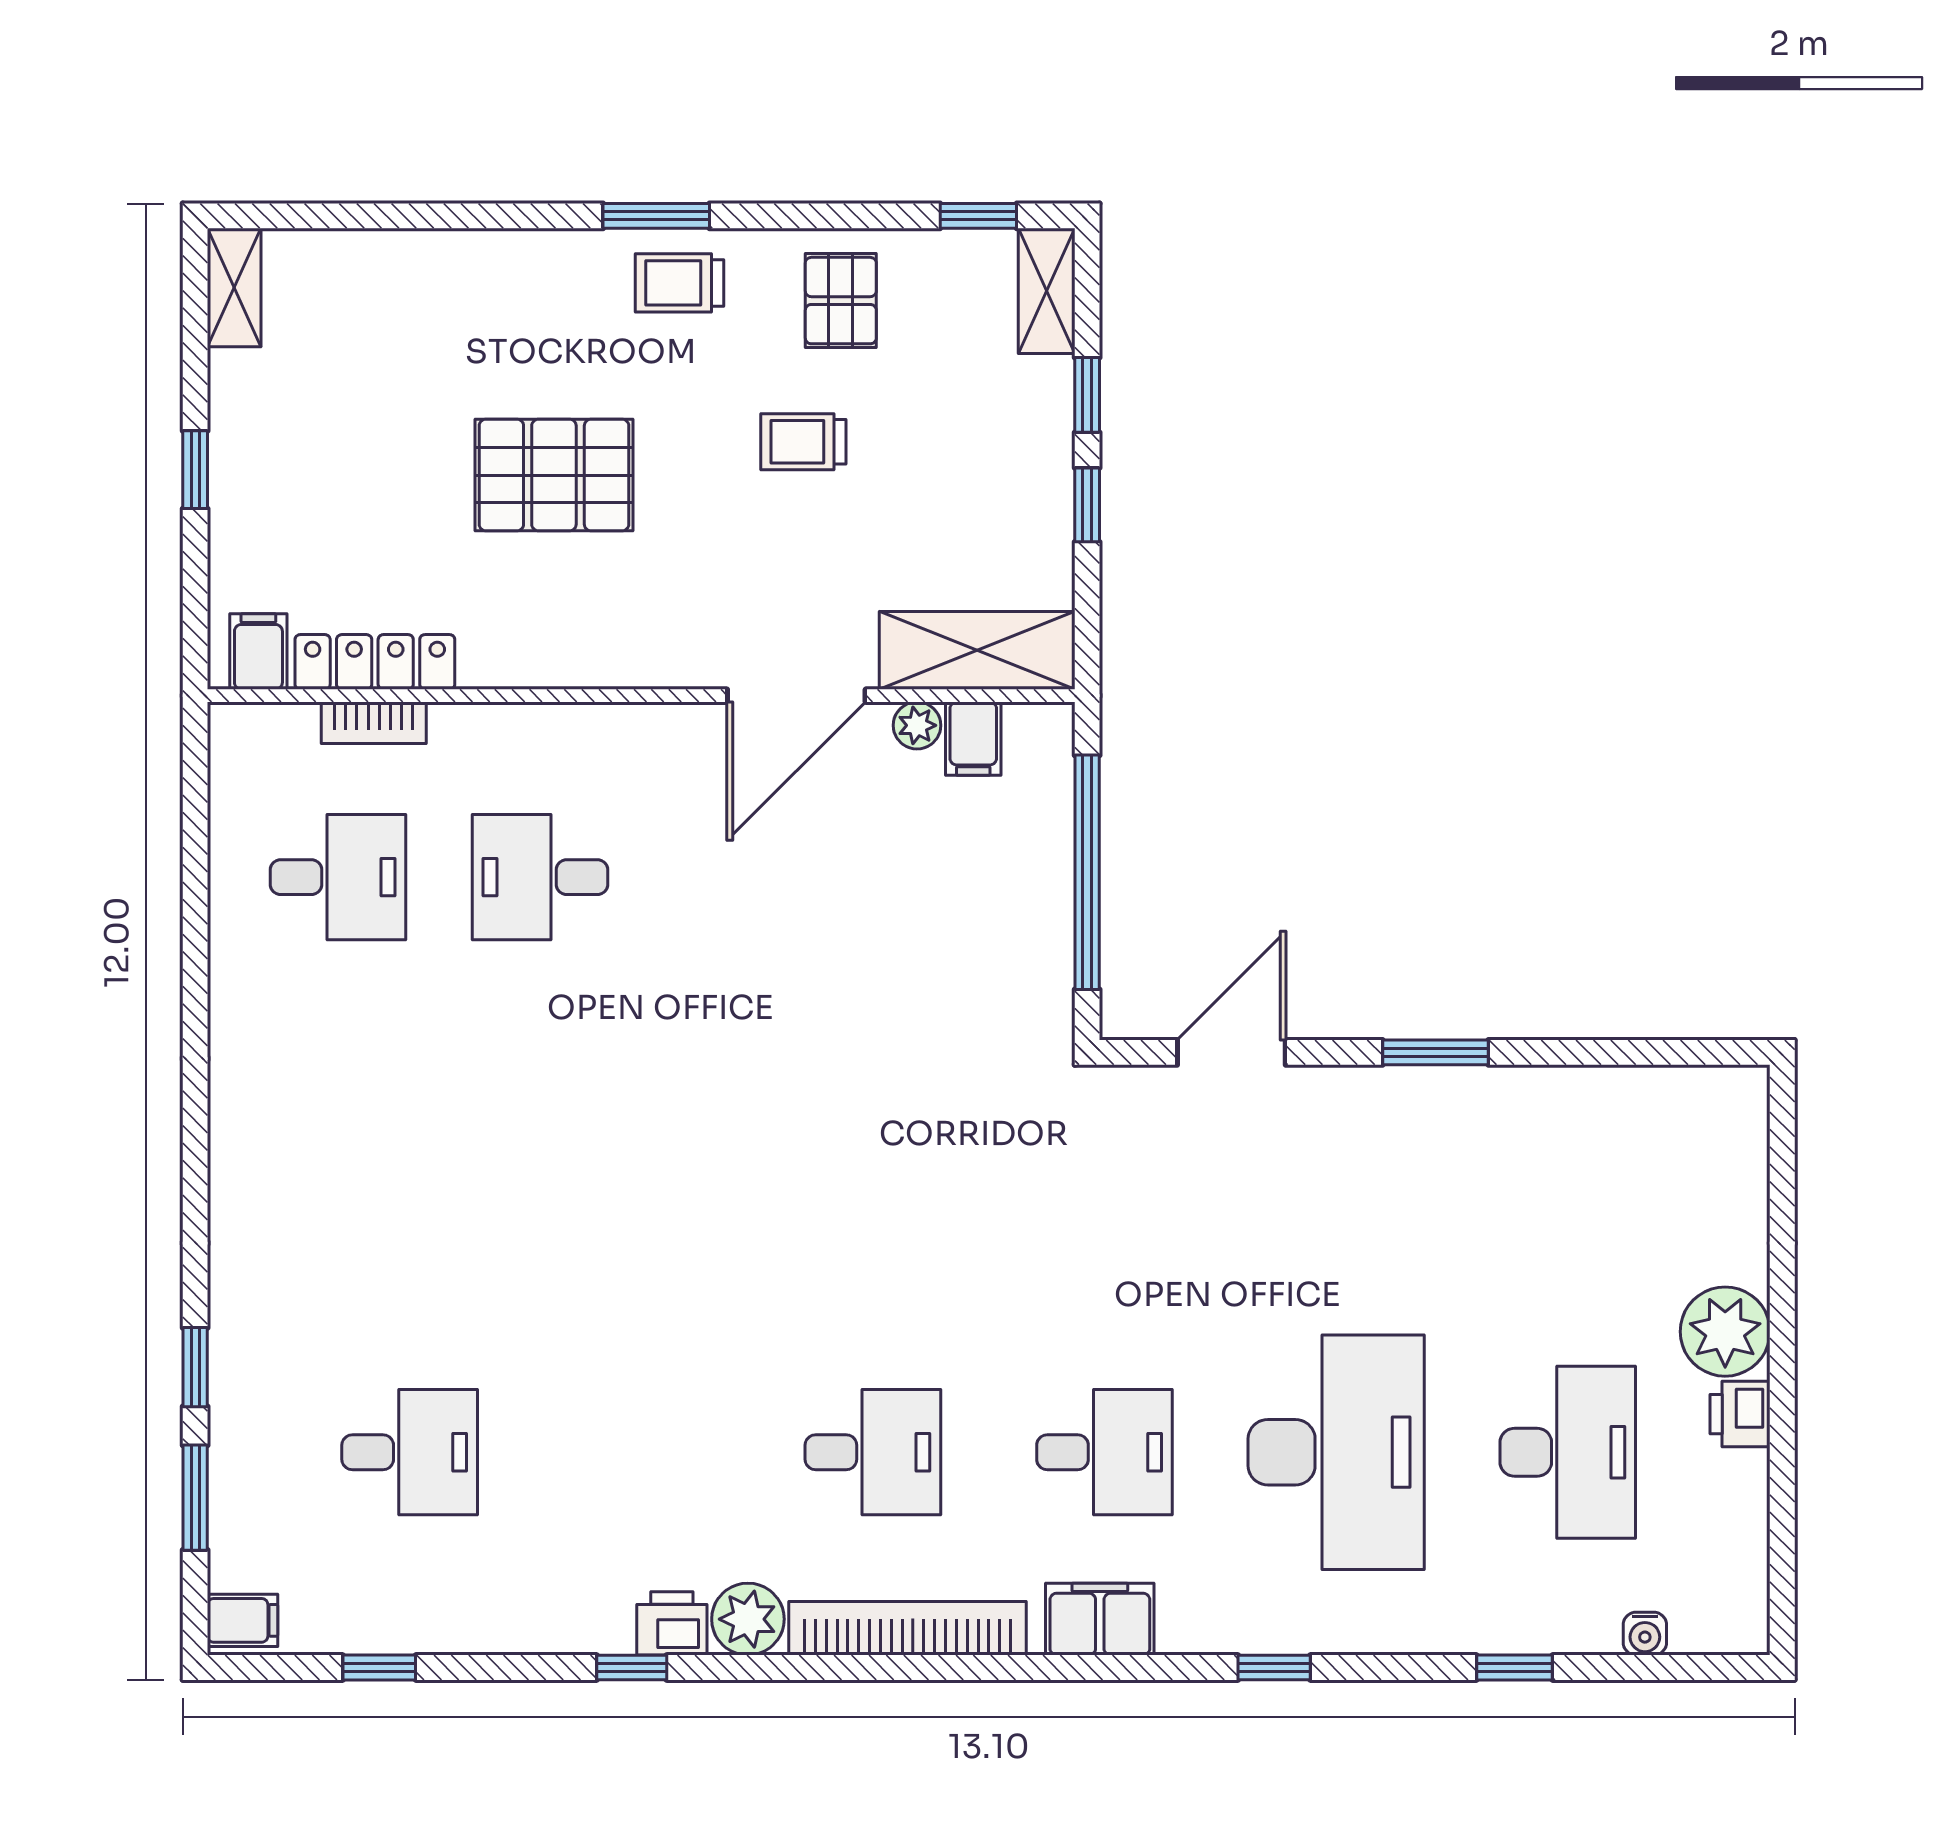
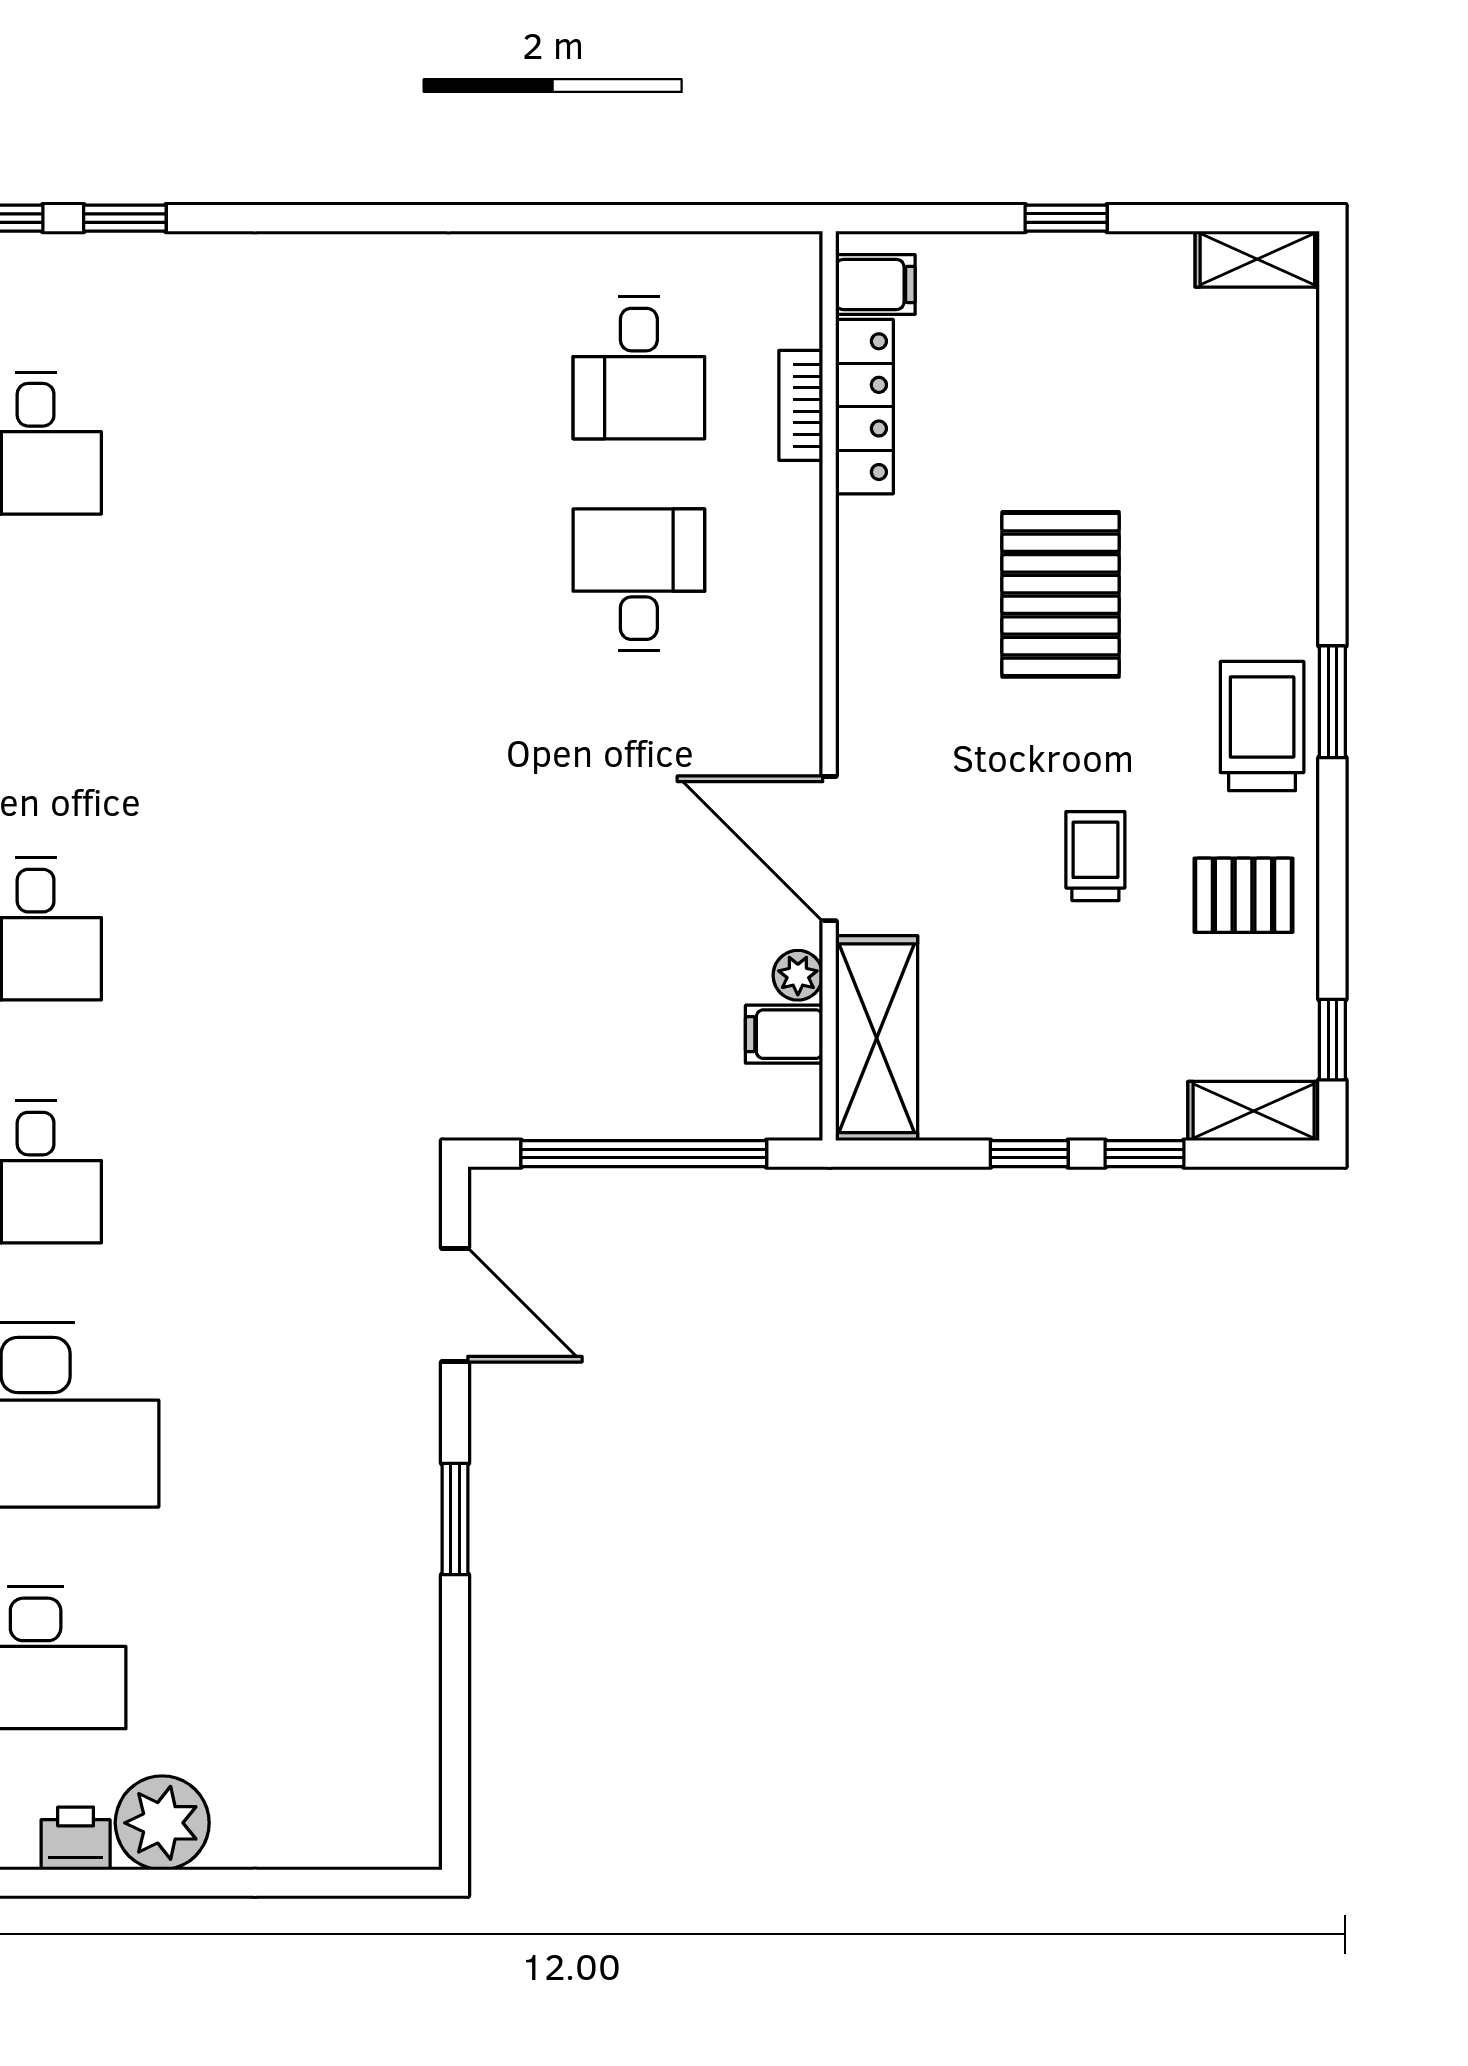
trolley: (679, 283) -> (1262, 726), width x1.36, depth x1.39

